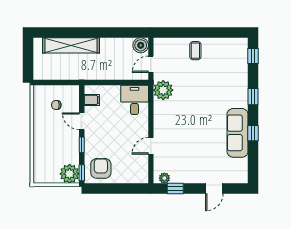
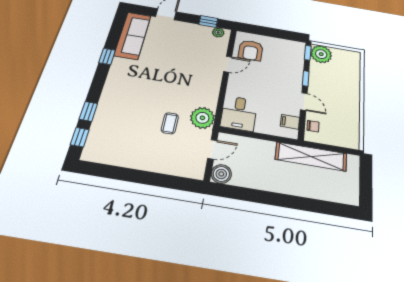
shelving: (71, 45) -> (311, 156), moved
coffee table: (195, 51) -> (170, 123), moved
window: (253, 97) -> (88, 111), moved
chair: (56, 105) -> (313, 126), moved
sofa: (238, 133) -> (133, 35), moved
armchair: (101, 168) -> (251, 50), moved

